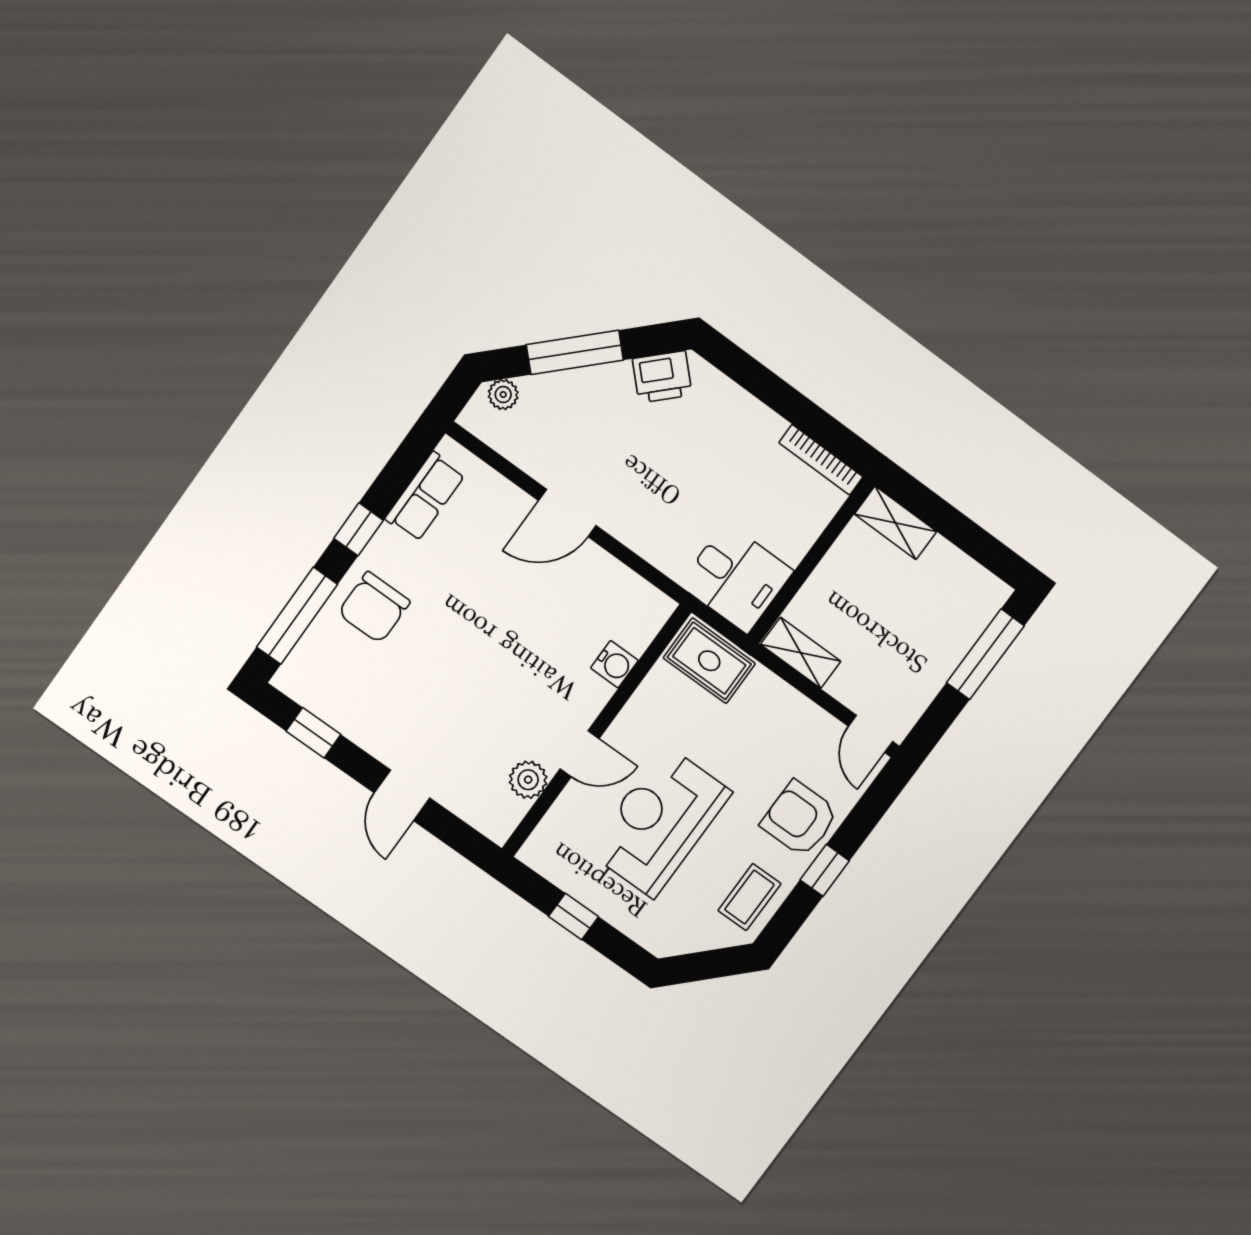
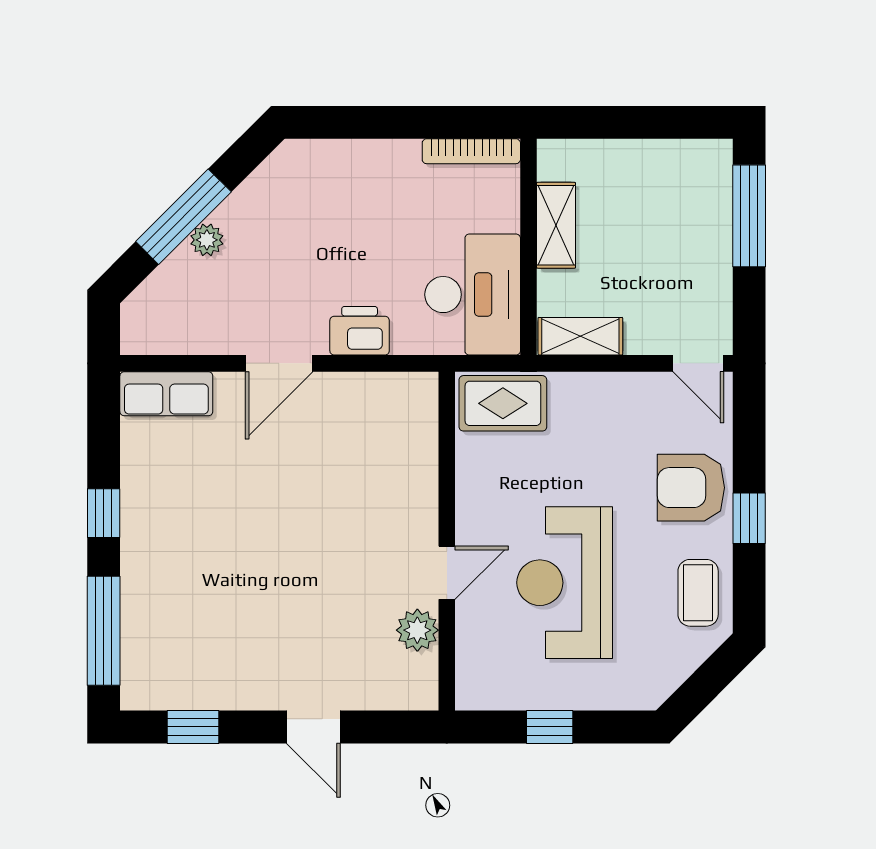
printer: (662, 377) -> (360, 331), moved, turned -135
plant: (503, 394) -> (207, 240), moved
row of seats: (425, 497) -> (166, 394), moved, turned 90
shelving: (895, 523) -> (556, 225), moved, turned 90
desk: (736, 578) -> (473, 295), width x1.37
chair: (374, 607) -> (167, 574), removed
water cooler: (614, 664) -> (419, 468), removed

